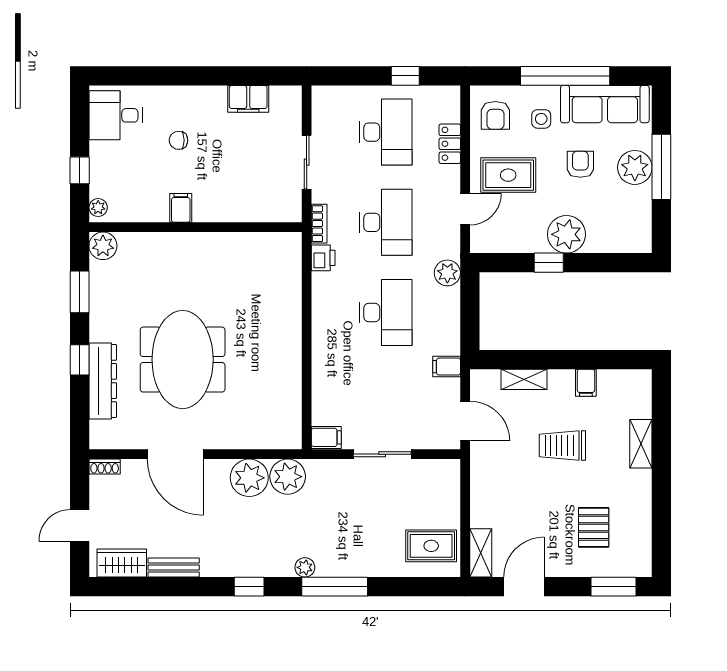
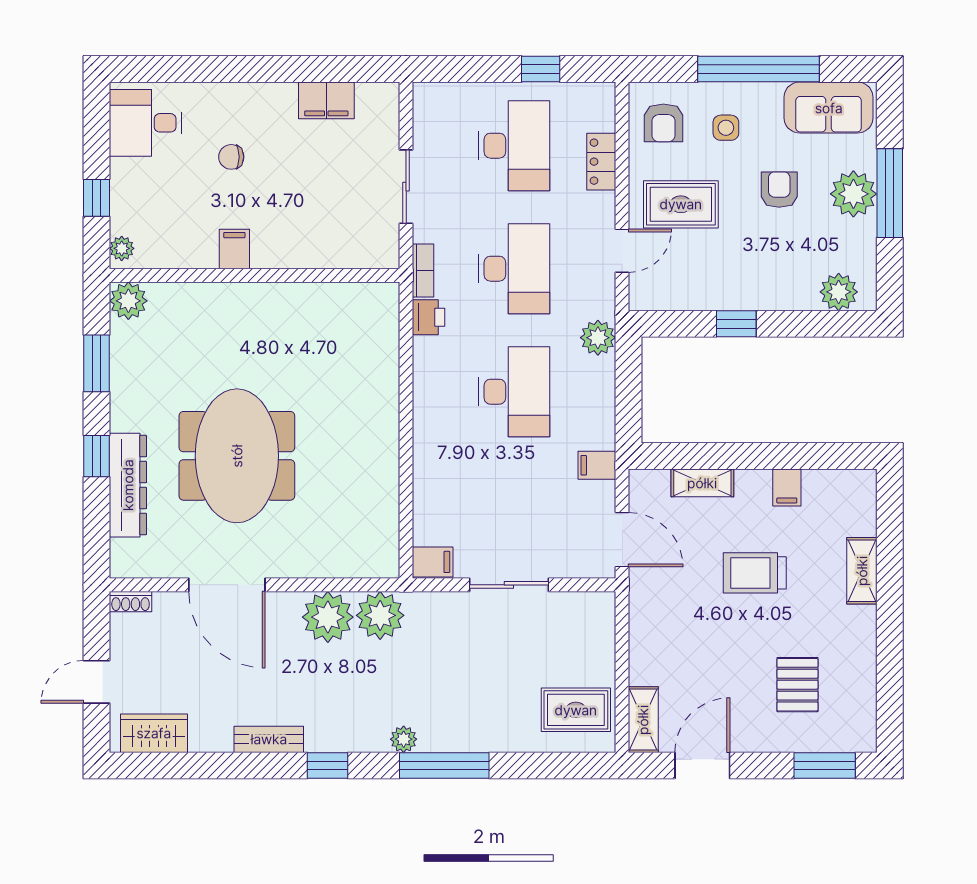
sofa: (605, 104) -> (829, 108), width x0.73
plant: (566, 234) -> (839, 292), moved, width x0.73, depth x0.73
bench: (174, 567) -> (269, 739), moved

